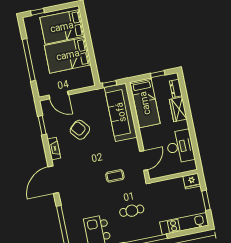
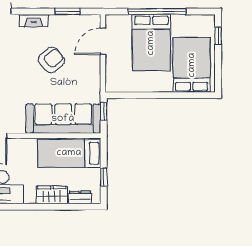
bed: (68, 55) -> (151, 43), moved, turned 180

